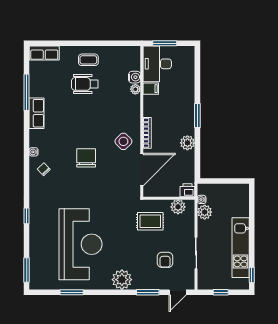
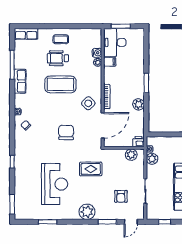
coffee table: (88, 117) -> (60, 84), added
chair: (86, 158) -> (66, 132), moved
rug: (150, 221) -> (91, 169), moved
reception desk: (80, 244) -> (55, 184), width x0.74, depth x0.77

